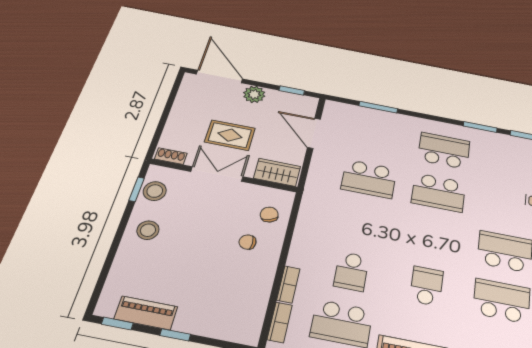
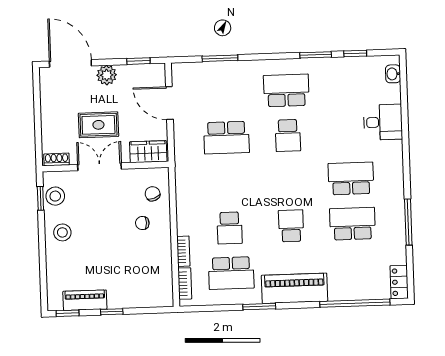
school desk: (438, 192) -> (288, 136), width x0.54

